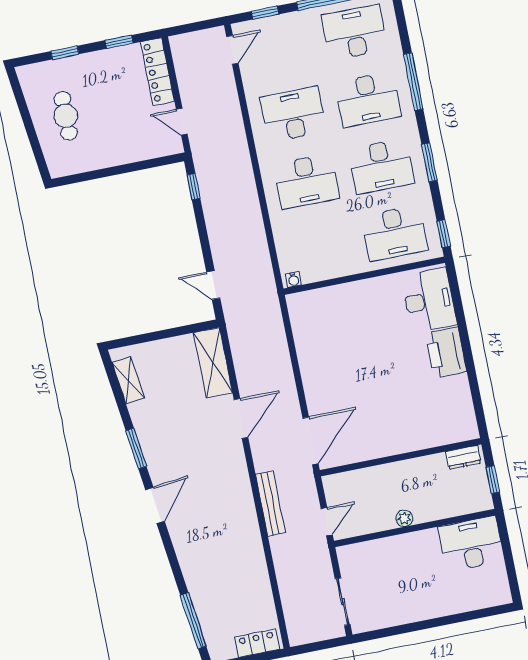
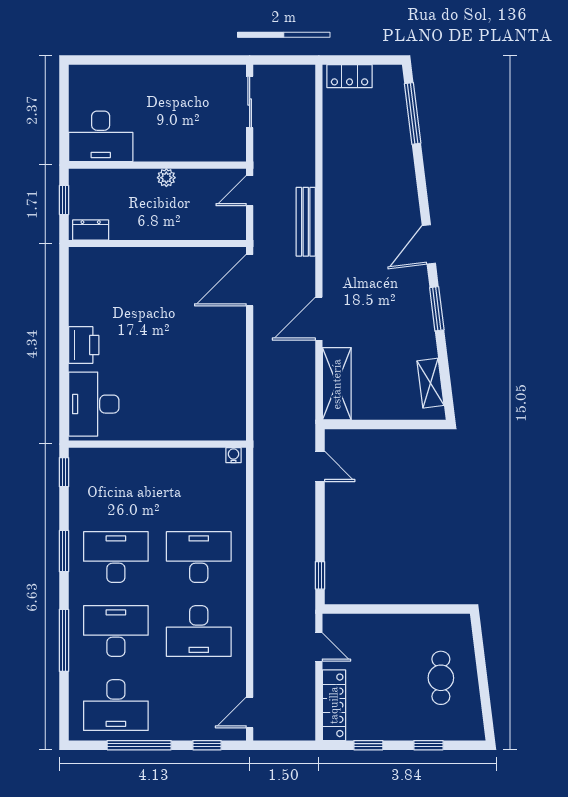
desk: (395, 233) -> (116, 483), removed
printer: (446, 353) -> (84, 345), width x0.73, depth x0.84

